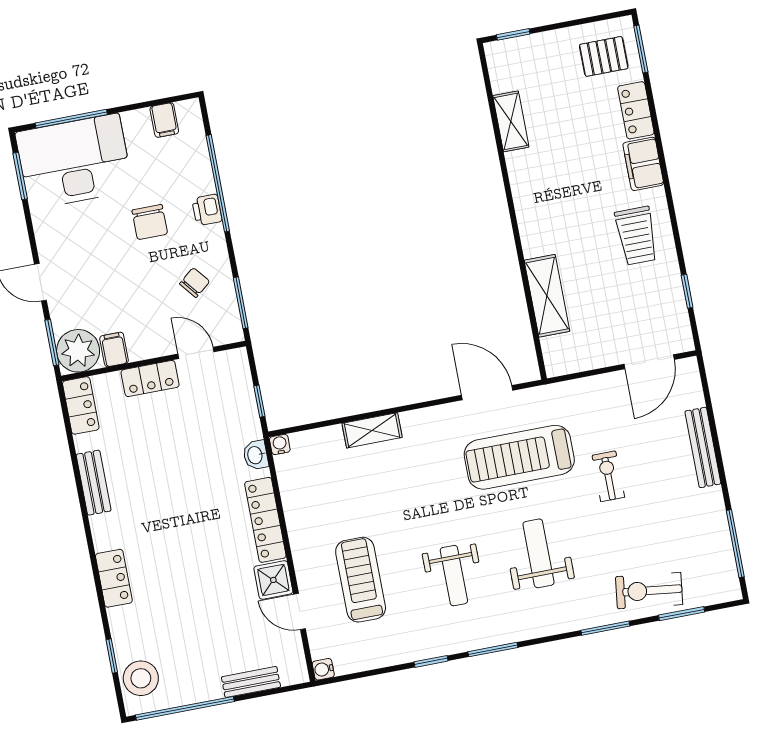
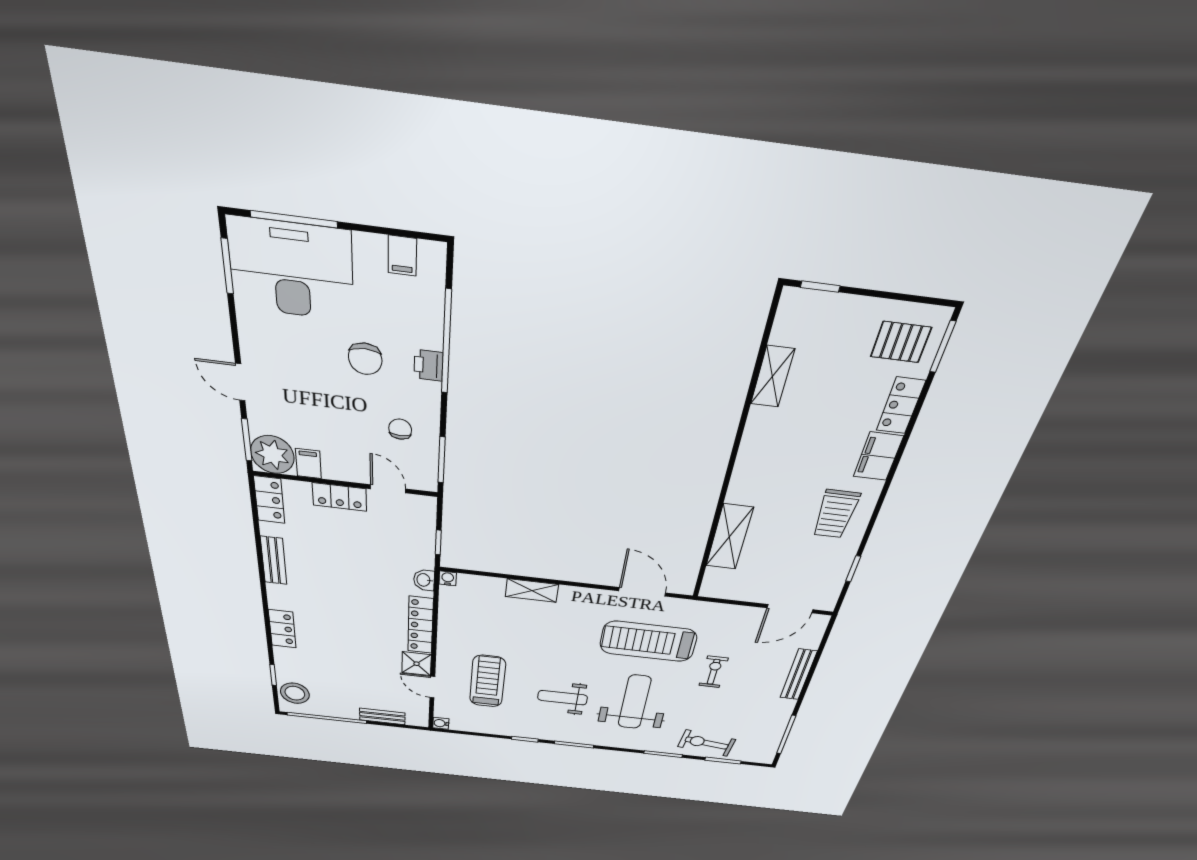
chair: (195, 283) -> (400, 429), turned -51
weight bench: (538, 553) -> (634, 702), width x1.36, depth x1.33
weight bench: (454, 576) -> (563, 698), turned 90

